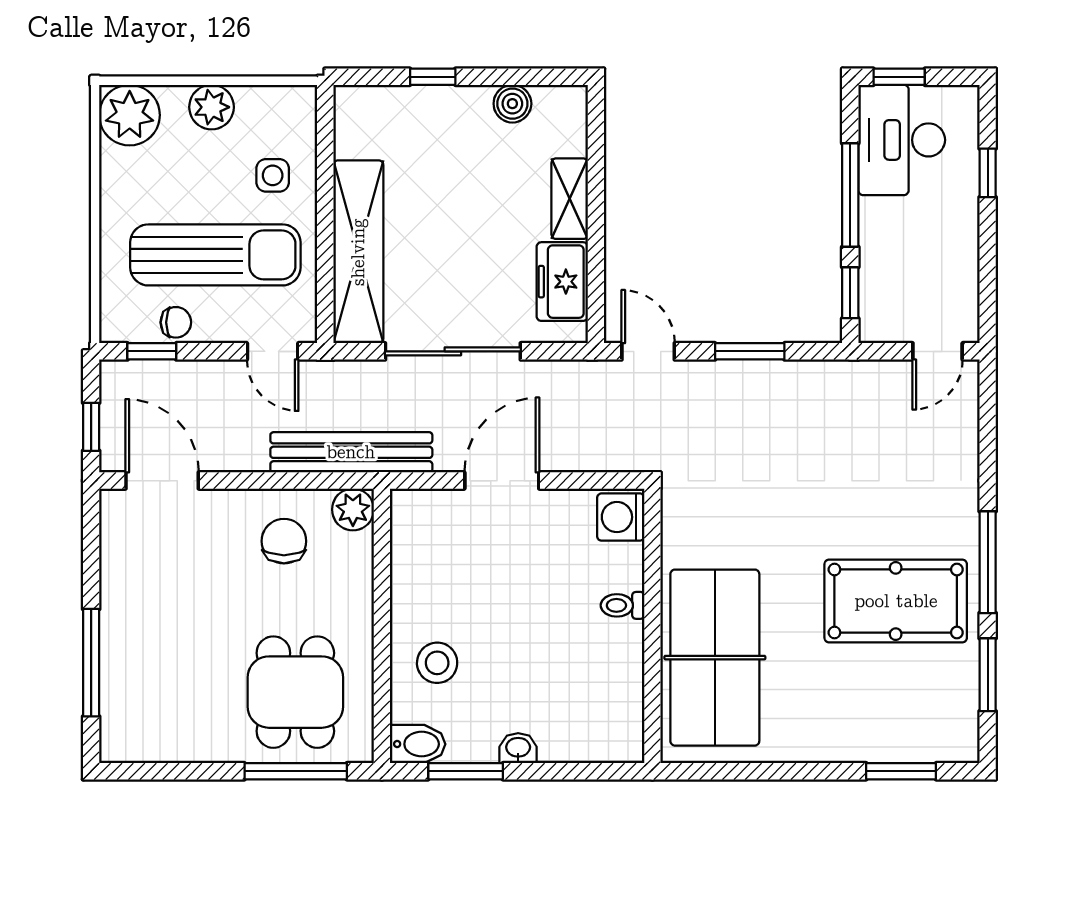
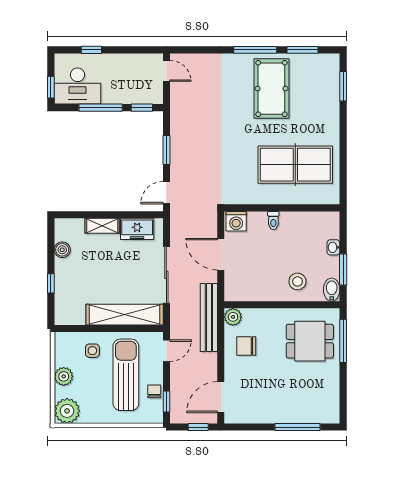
washing machine: (621, 517) -> (236, 221), moved
toilet: (623, 605) -> (273, 220), moved
wall: (652, 626) -> (282, 208), moved

